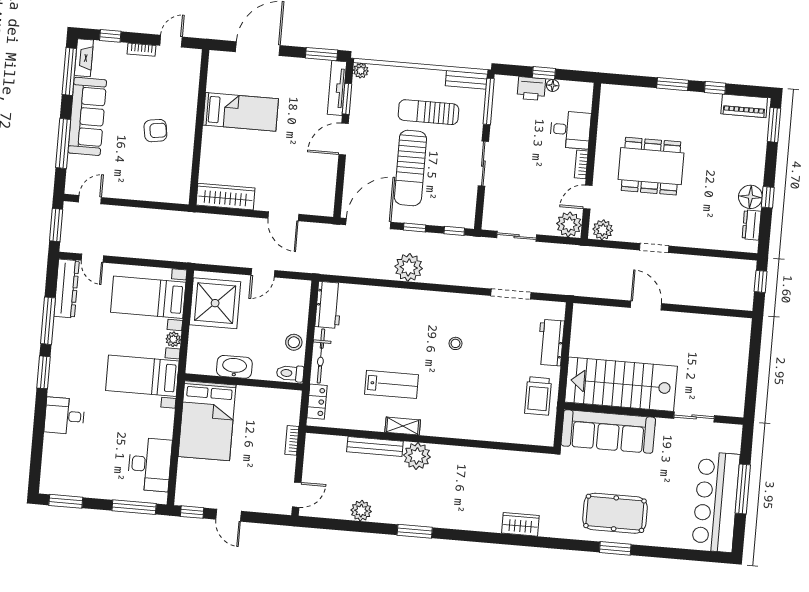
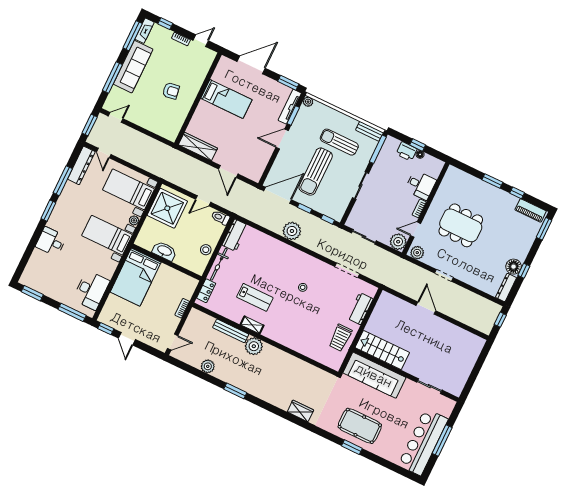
dresser: (752, 225) -> (506, 287), width x1.44
toilet: (290, 373) -> (220, 218), moved
stairs: (621, 384) -> (382, 350), width x0.73, depth x0.66

